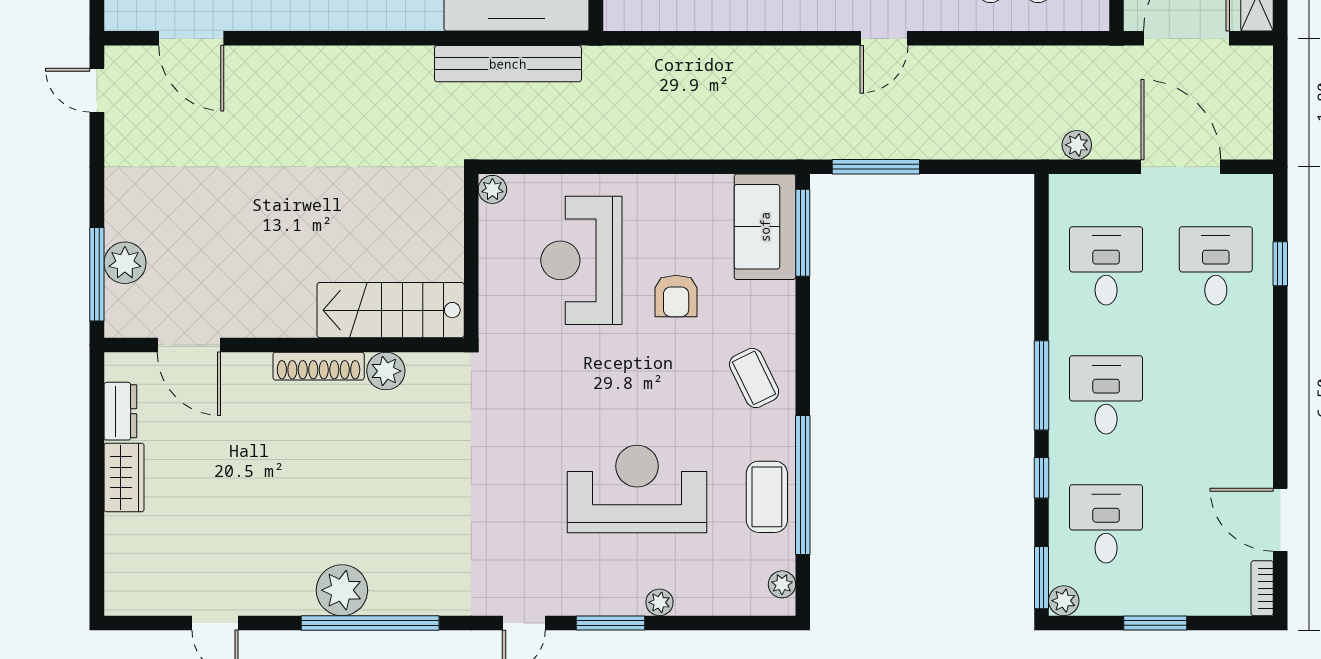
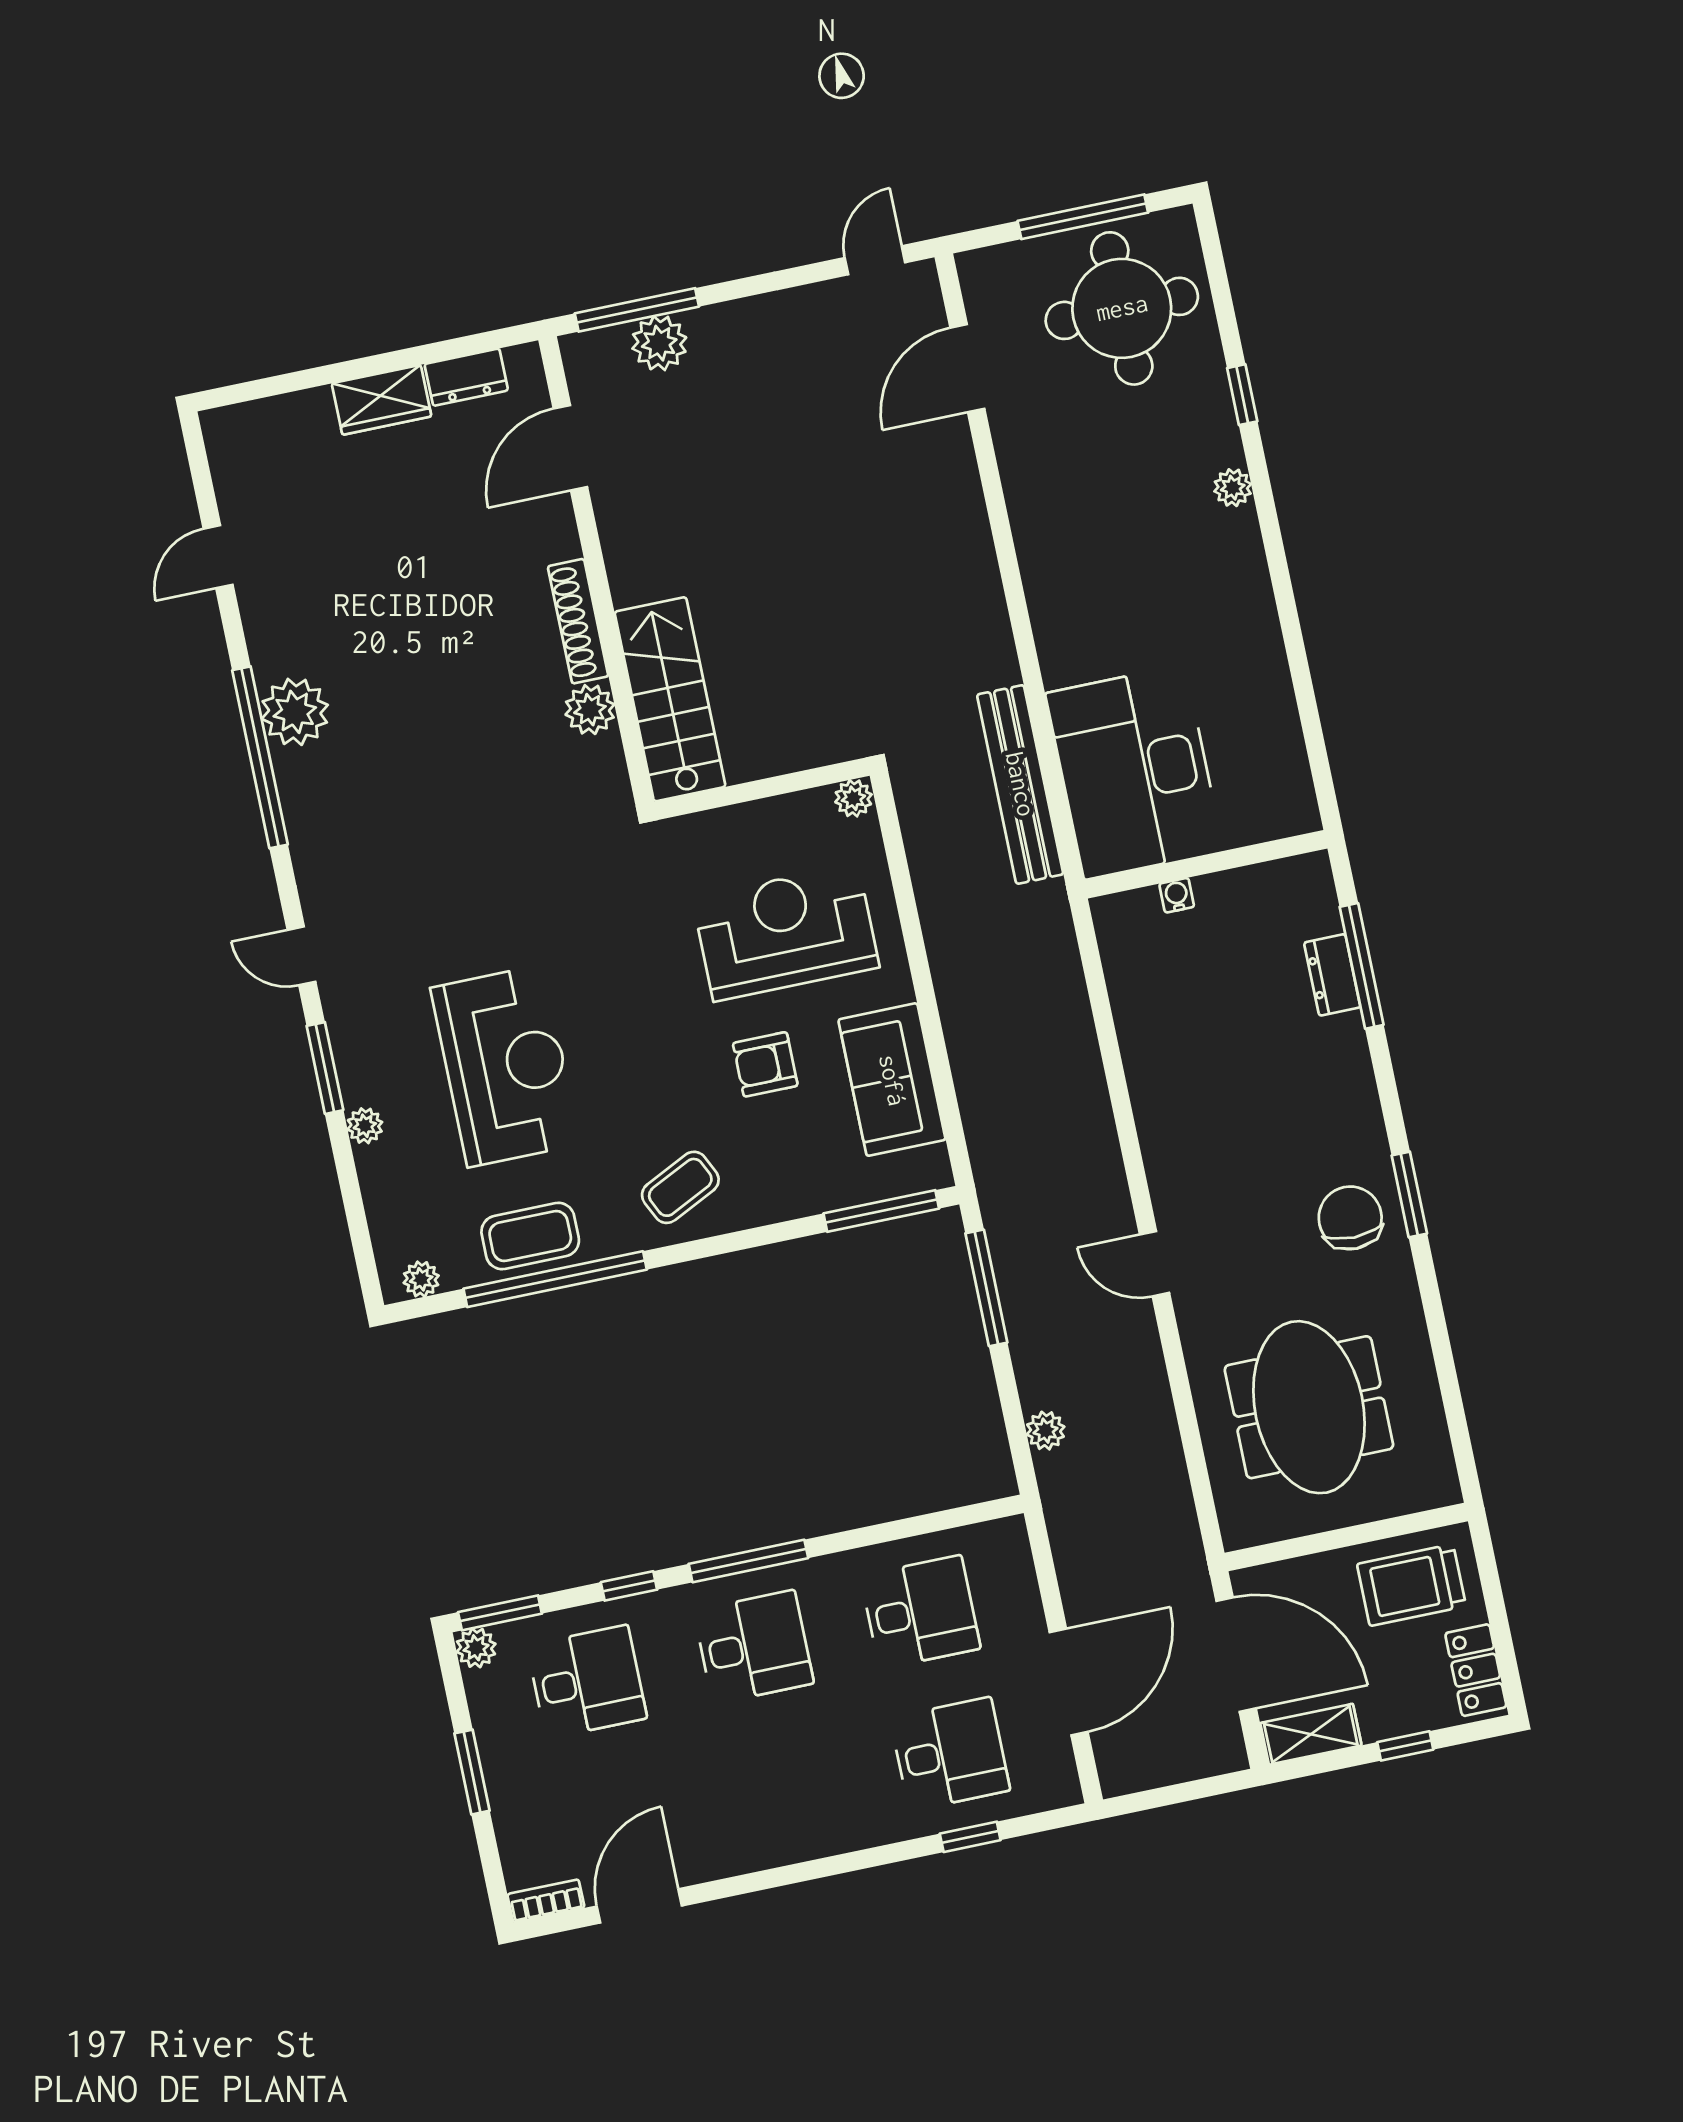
plant: (1077, 145) -> (1046, 1431), moved
sofa: (765, 227) -> (892, 1080), moved, turned -90

